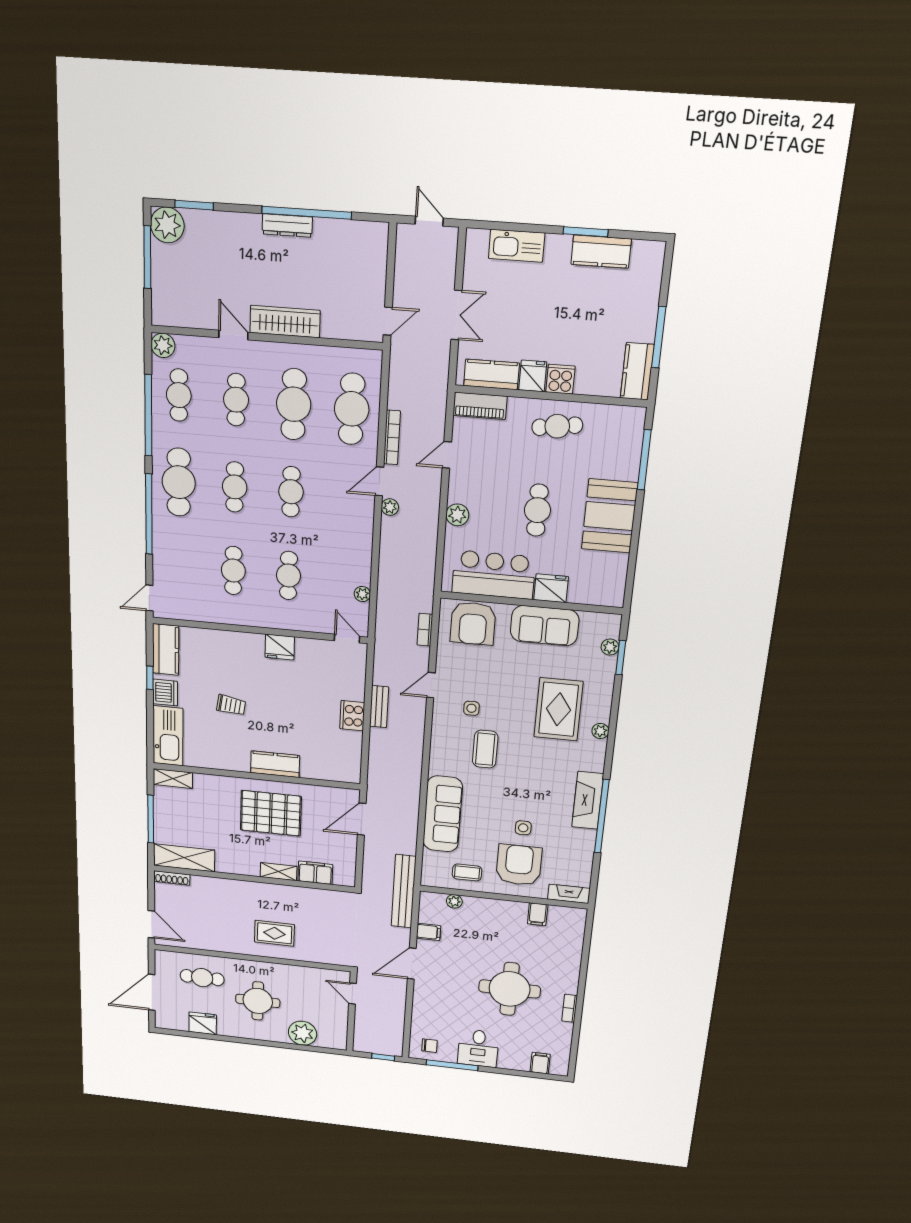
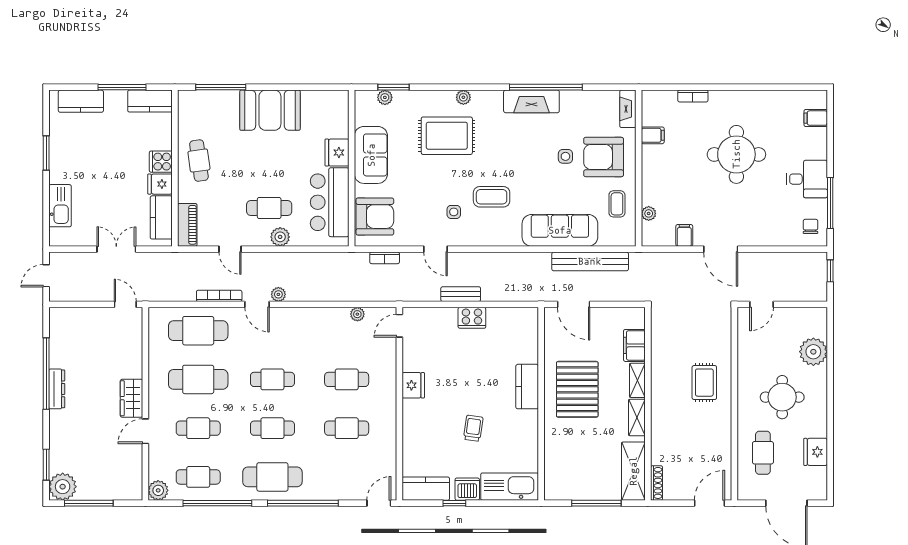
kitchen counter: (601, 252) -> (81, 101), moved, turned 90
wardrobe: (285, 322) -> (132, 398), width x0.67
cafe table: (537, 510) -> (269, 208), moved
door: (149, 598) -> (379, 503), swing flipped
shelving: (173, 779) -> (637, 418), moved
bench: (404, 891) -> (590, 261), moved
bookcase: (570, 1008) -> (693, 96), moved

